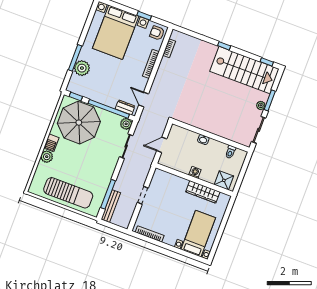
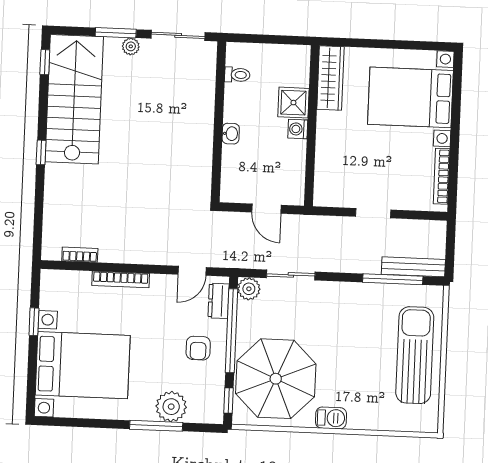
armchair: (157, 33) -> (198, 348), moved
plant: (47, 157) -> (360, 418), removed
shower: (224, 180) -> (293, 103), moved
wardrobe: (203, 192) -> (330, 78), moved
bed with nightstands: (198, 234) -> (410, 97), width x1.36

